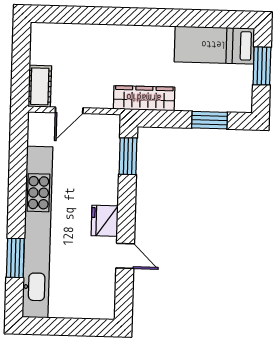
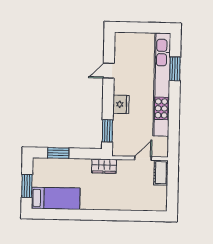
wardrobe: (144, 98) -> (104, 166), width x0.67
fridge: (105, 221) -> (121, 104), moved
door: (125, 256) -> (109, 71), hinge flipped

